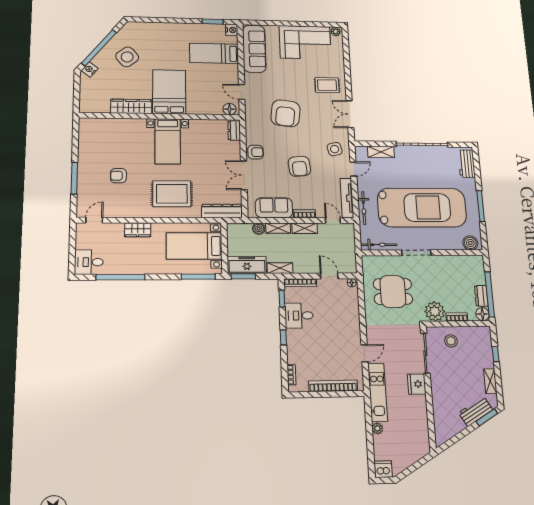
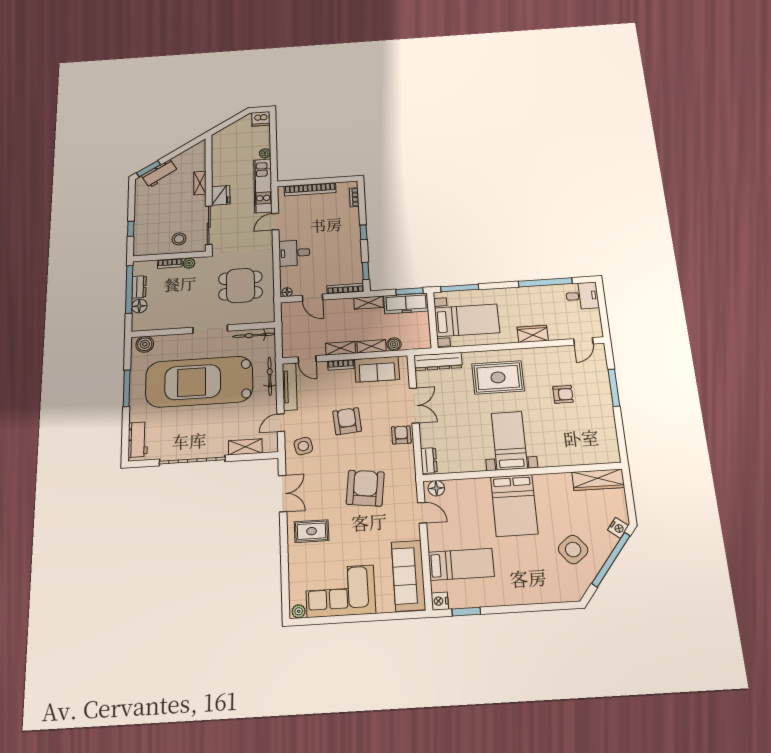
wardrobe: (131, 106) -> (598, 480), moved
armchair: (256, 152) -> (401, 435), turned 90
plant: (435, 311) -> (189, 263), width x0.53, depth x0.53
floor lamp: (482, 314) -> (139, 306), moved
desk: (299, 315) -> (294, 253), moved, turned 180
shelving: (490, 381) -> (200, 183), moved

